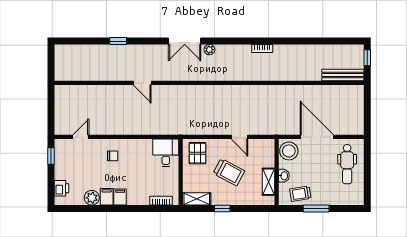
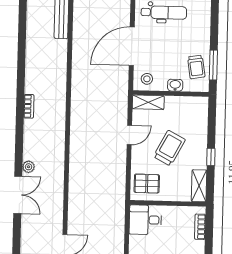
stool: (289, 151) -> (147, 79), width x0.53, depth x0.53
shelving: (268, 182) -> (148, 102), moved
window: (316, 209) -> (213, 65), moved

